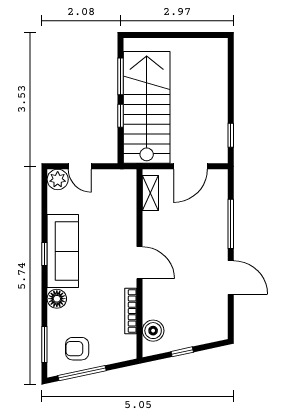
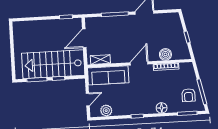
door: (190, 166) -> (84, 38), swing flipped
plant: (58, 179) -> (106, 111), moved
sofa: (63, 251) -> (108, 75), moved, turned 180
boiler: (153, 331) -> (165, 54), moved

